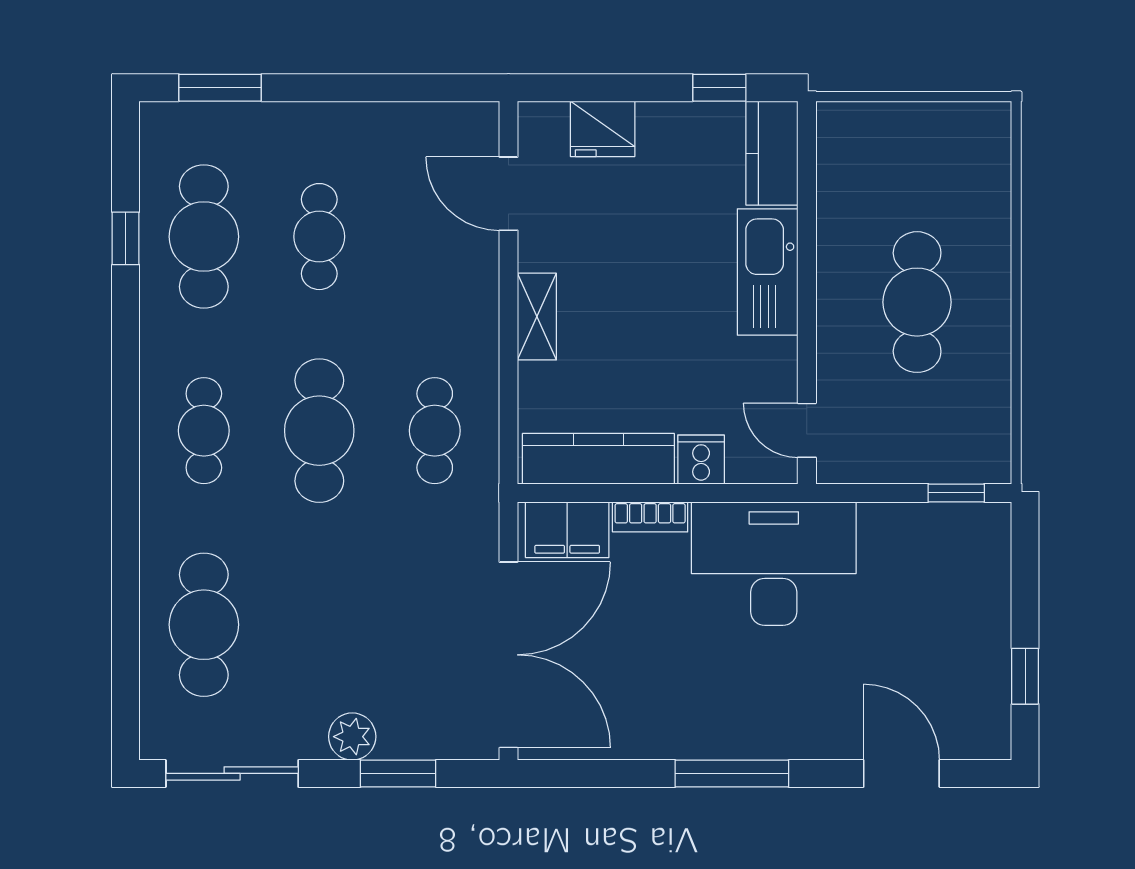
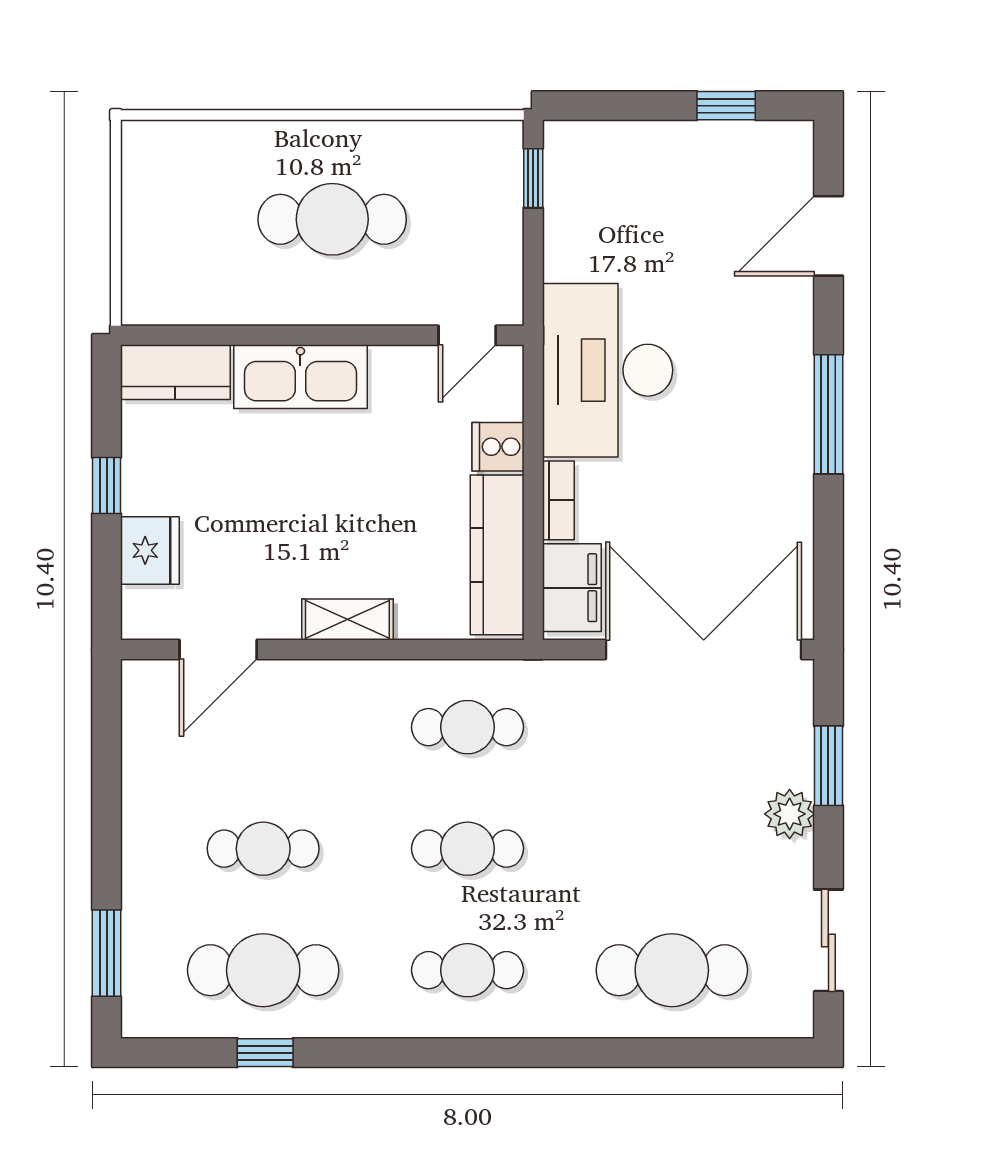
window: (719, 88) -> (107, 486), moved
cafe table: (319, 431) -> (468, 849), width x0.73, depth x0.74
sliding door: (232, 773) -> (828, 940), width x0.73

